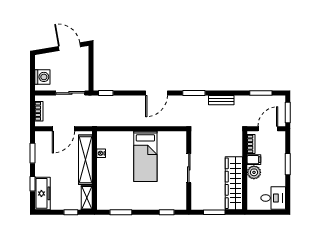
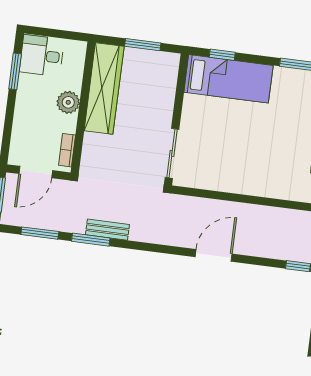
window: (194, 93) -> (91, 240), moved
bed: (145, 156) -> (228, 79), moved, turned 90
filing cabinet: (254, 160) -> (66, 124), removed
window: (288, 164) -> (15, 71), moved
sliding door: (189, 168) -> (172, 153), moved

